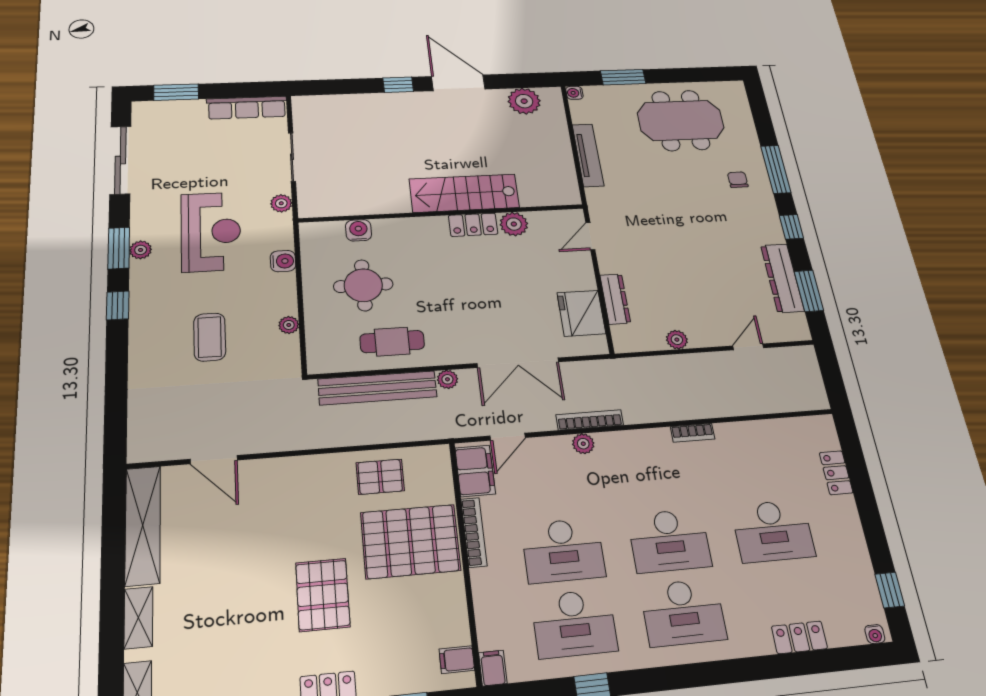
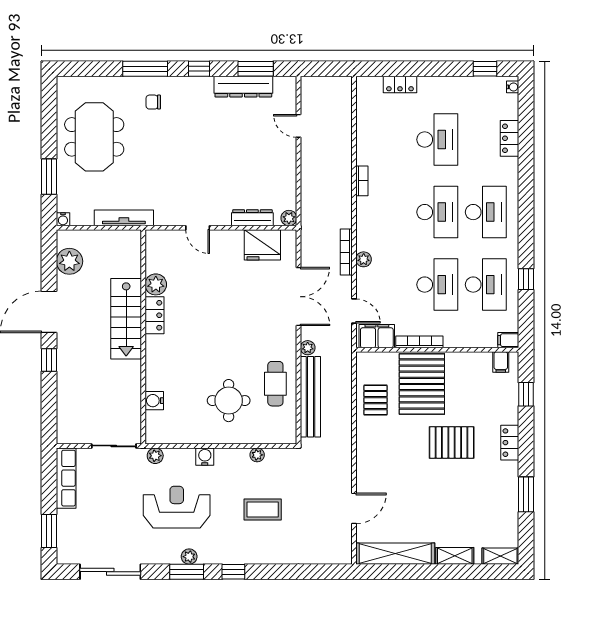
stairs: (464, 193) -> (126, 319), moved
wall: (443, 213) -> (143, 337), moved
plant: (514, 224) -> (156, 284), moved
locker: (473, 225) -> (155, 315), moved
water cooler: (358, 230) -> (154, 401), moved
plant: (677, 340) -> (289, 218), moved

